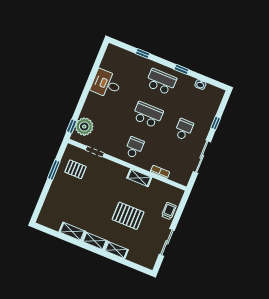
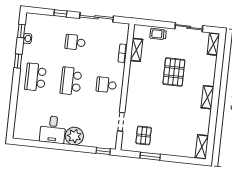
window: (143, 53) -> (21, 31), moved
plant: (84, 127) -> (74, 136), moved
shelving: (139, 178) -> (136, 50), moved
shelving: (72, 232) -> (202, 147), moved
shelving: (116, 250) -> (213, 44), moved

